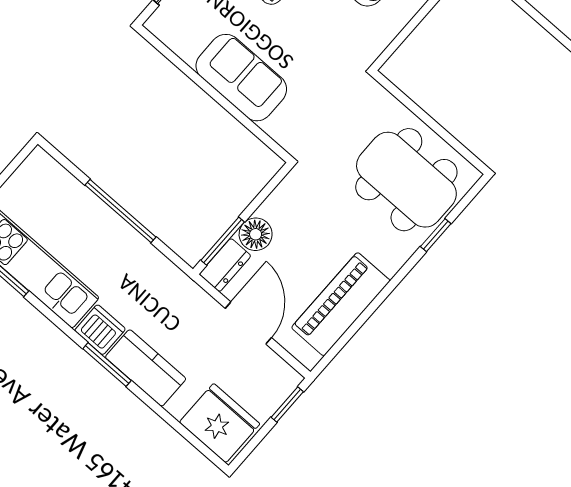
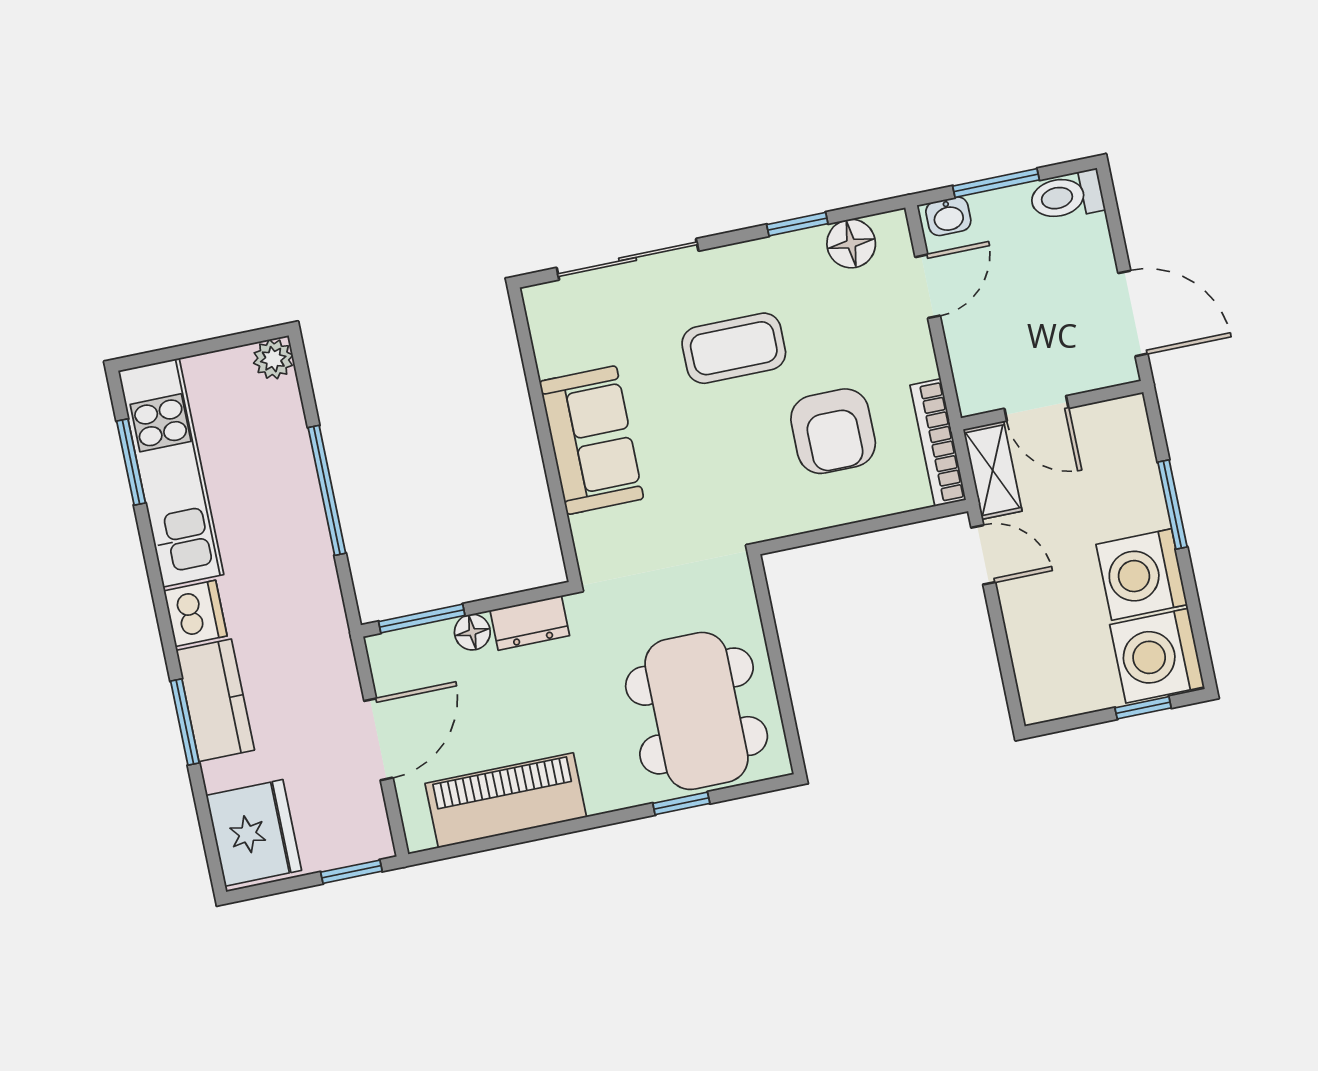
plant: (39, 163) -> (273, 359), added
floor lamp: (256, 234) -> (472, 632), width x0.73, depth x0.73
dresser: (225, 265) -> (530, 623), moved
window: (107, 365) -> (185, 722), moved

